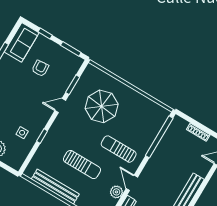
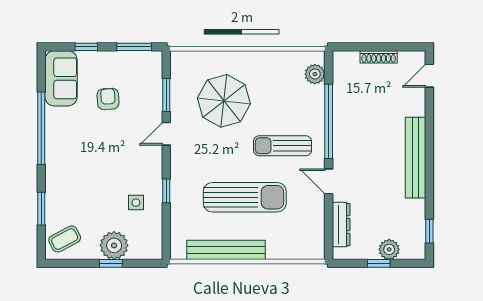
window: (159, 137) -> (329, 121), moved
sun lounger: (82, 165) -> (245, 197), width x1.36, depth x1.34
plant: (116, 192) -> (315, 74), moved

